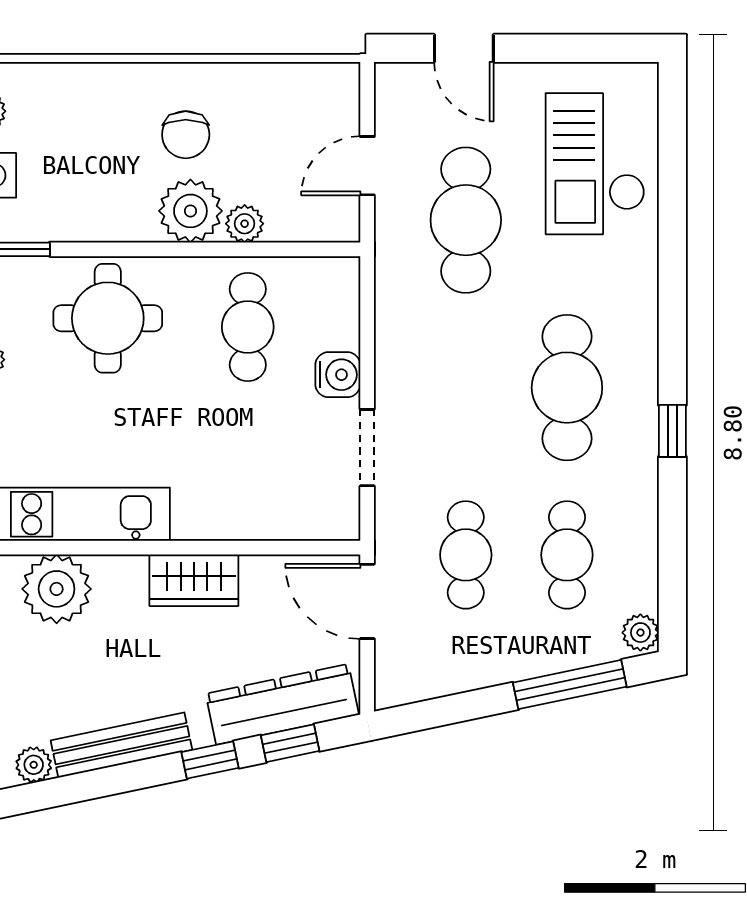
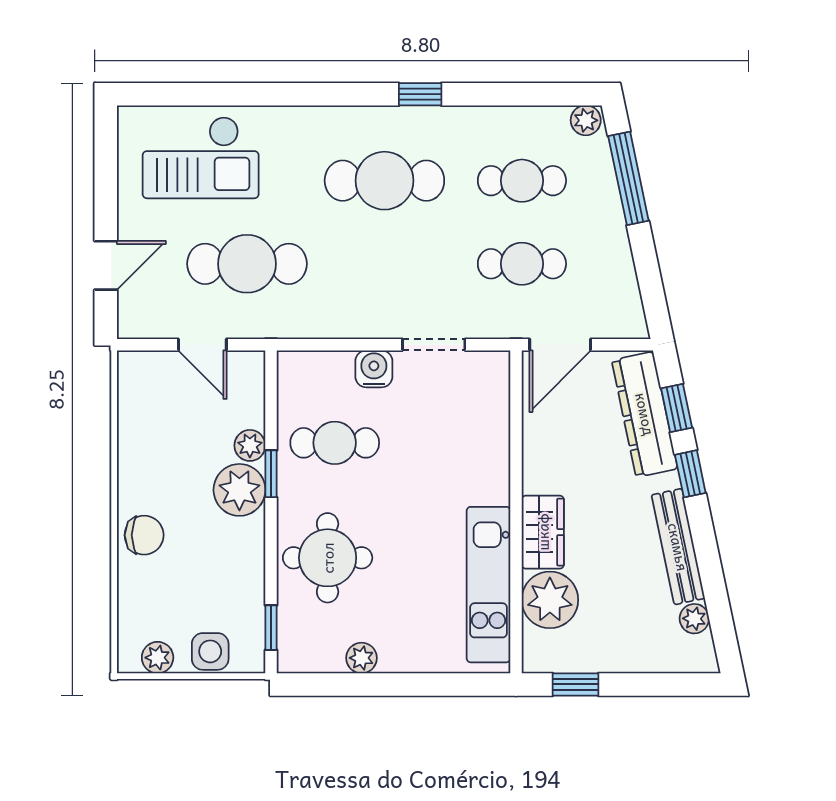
chair: (186, 135) -> (144, 535), moved
window: (210, 249) -> (271, 474), added
wardrobe: (194, 580) -> (543, 532), moved

